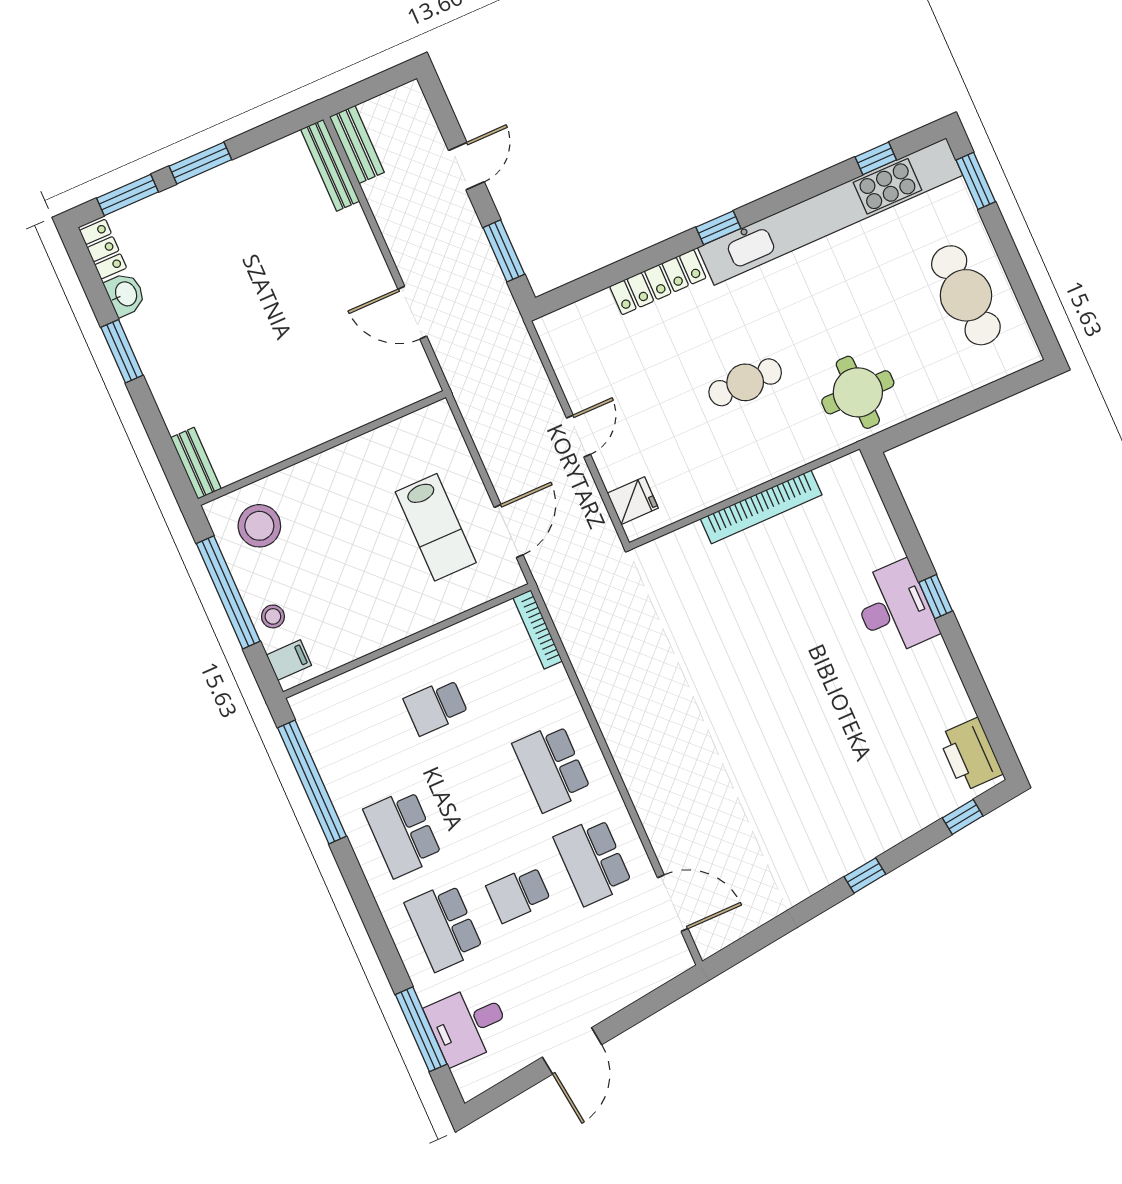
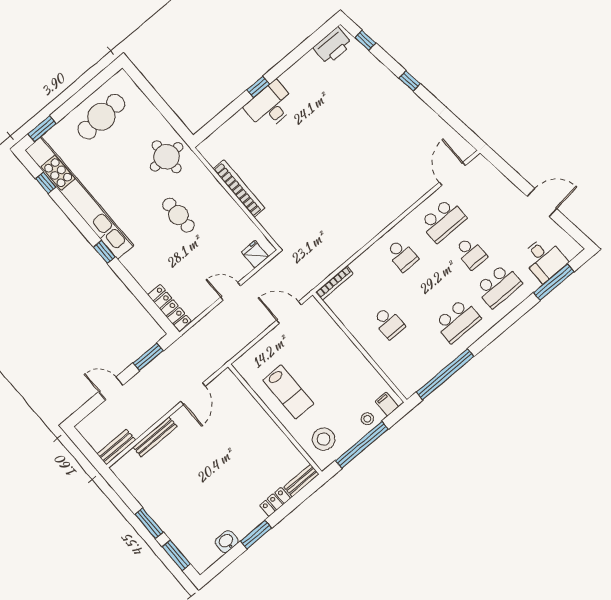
bench: (330, 165) -> (155, 437), moved
locker: (103, 249) -> (275, 502), moved
locker: (658, 282) -> (169, 308), moved
lab bench: (436, 527) -> (288, 392), moved, turned 90
school desk: (552, 768) -> (402, 255), width x0.54

